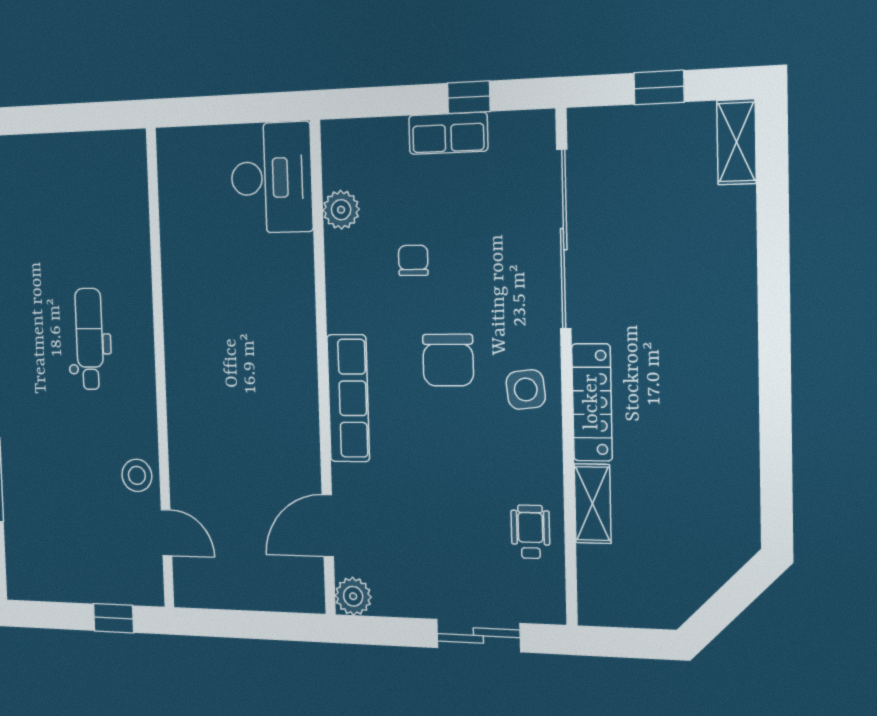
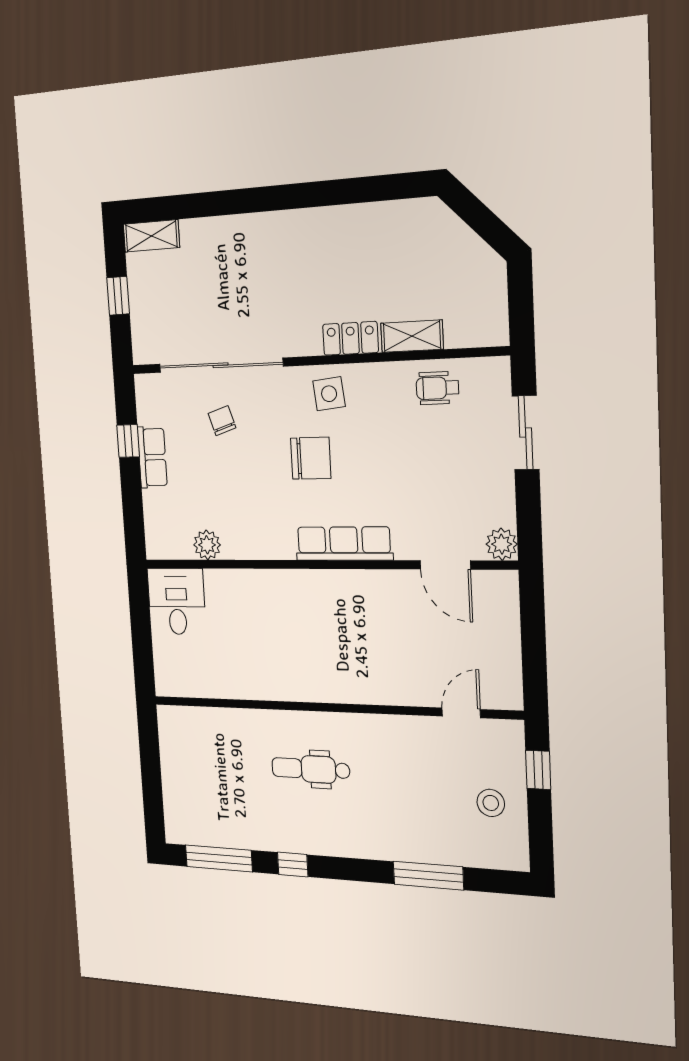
desk: (271, 178) -> (177, 601), width x0.73
chair: (413, 260) -> (222, 421), moved, turned 72
locker: (592, 402) -> (350, 338), width x0.66
stool: (137, 475) -> (491, 803), moved

